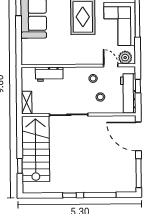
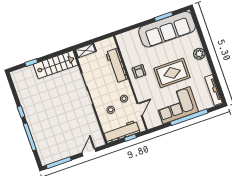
armchair: (69, 52) -> (139, 71), added
plant: (125, 58) -> (150, 119), removed
workbench: (49, 74) -> (117, 65), width x1.38
door: (138, 136) -> (89, 152), width x0.53
stairs: (36, 149) -> (56, 65), width x0.73, depth x0.66

